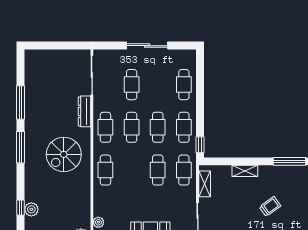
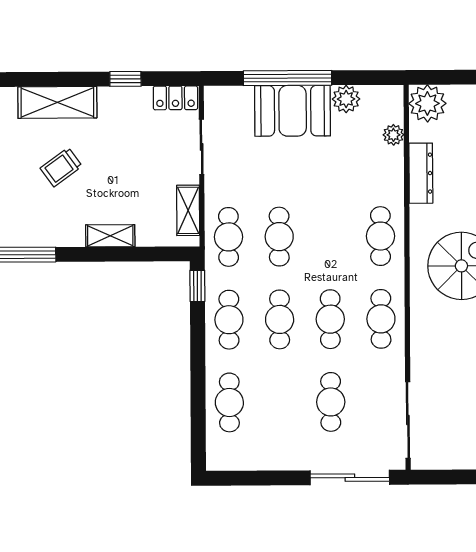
sliding door: (147, 46) -> (350, 478), moved
dresser: (84, 111) -> (421, 173), moved

